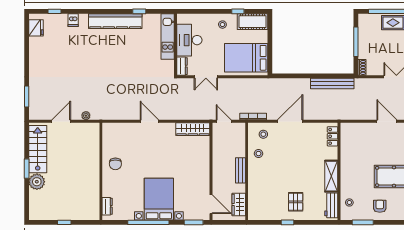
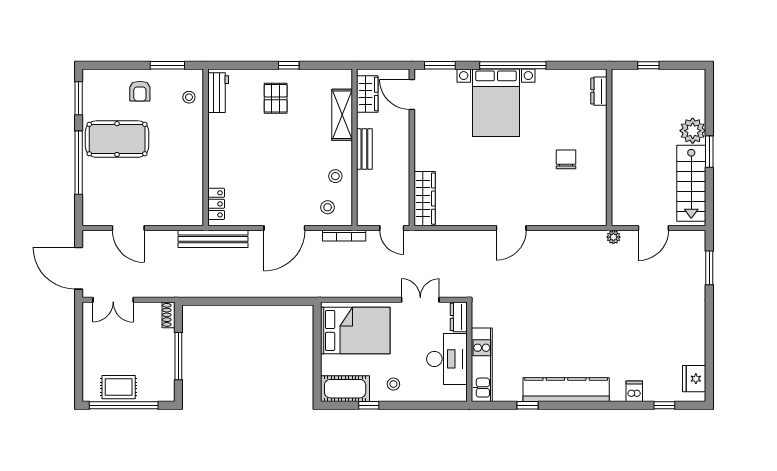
bench: (332, 84) -> (213, 239), moved
door: (149, 121) -> (511, 228), hinge flipped
wardrobe: (193, 129) -> (425, 199), moved, turned 90
wall: (101, 171) -> (609, 147), moved
shelving: (331, 176) -> (342, 115), moved
dresser: (107, 206) -> (599, 91), moved

